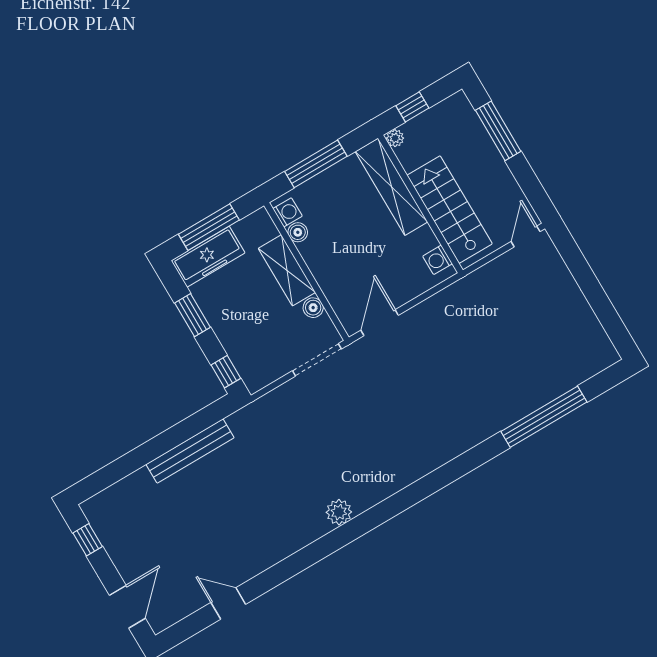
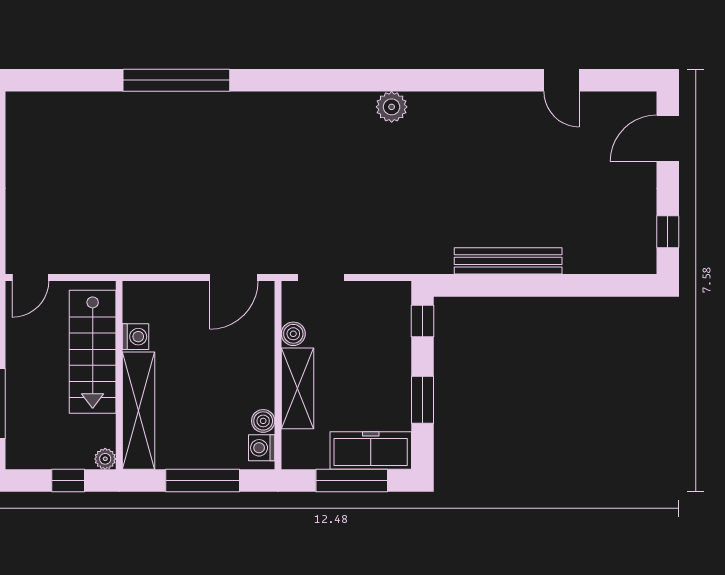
washing machine: (438, 260) -> (136, 337), moved
doorway: (317, 360) -> (321, 278), width x0.73
window: (544, 417) -> (176, 80), moved

